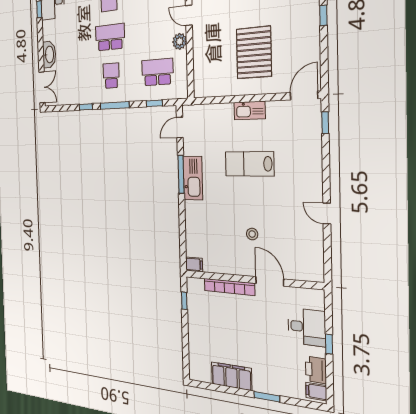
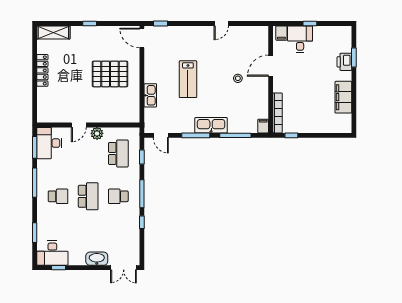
school desk: (110, 37) -> (88, 196), turned 180
school desk: (157, 72) -> (118, 153), turned 180
double door: (42, 87) -> (124, 268), swing flipped
kitchen sink: (250, 110) -> (150, 95), moved
kitchen sink: (193, 178) -> (211, 125), moved
window: (182, 227) -> (235, 135), added
bookcase: (229, 287) -> (278, 113), moved
printer: (316, 370) -> (344, 62), moved, turned 90
filing cabinet: (316, 392) -> (281, 33), moved
window: (267, 397) -> (354, 57), moved

